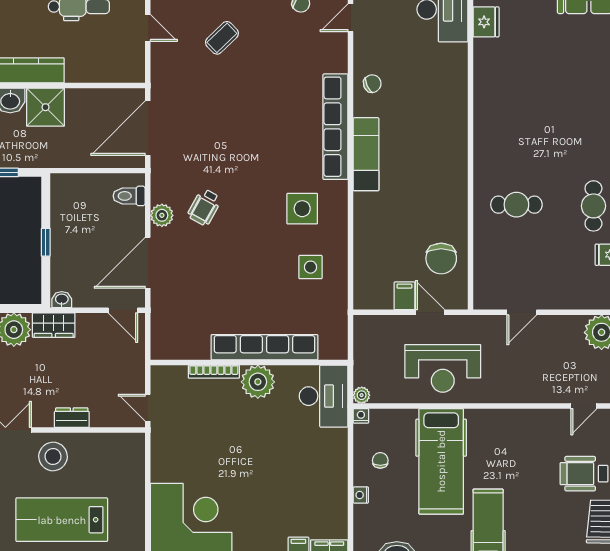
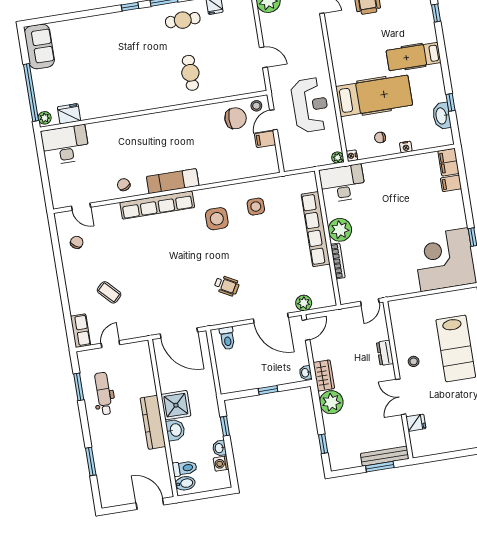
plant: (162, 215) -> (304, 303), moved
stool: (454, 291) -> (256, 106), added
stool: (53, 456) -> (414, 361), width x0.53, depth x0.53

